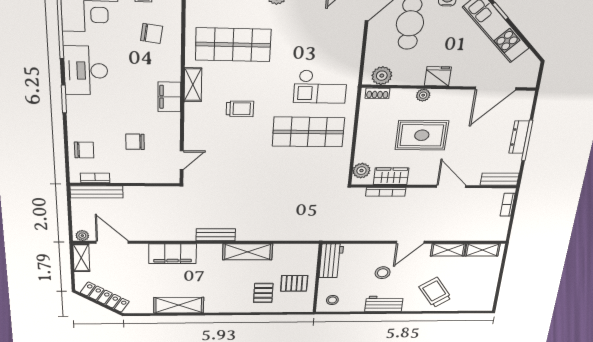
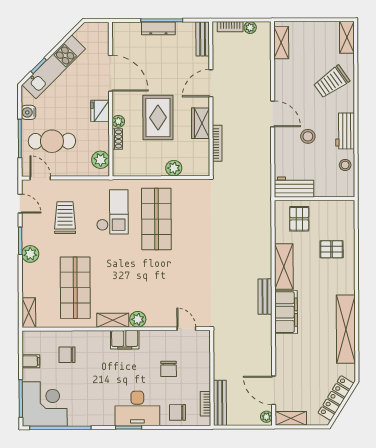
chair: (152, 33) -> (67, 355), turned -98
desk: (86, 71) -> (137, 408), moved
door: (496, 88) -> (111, 73), moved
shoe rack: (377, 93) -> (117, 139), moved
trolley: (240, 109) -> (65, 218), moved, width x1.36, depth x1.39
plant: (193, 111) -> (138, 319), added
chair: (84, 150) -> (177, 412), turned -90
plant: (361, 171) -> (174, 168), moved
wardrobe: (391, 176) -> (201, 123), moved
plant: (503, 223) -> (250, 28), added
door: (112, 242) -> (274, 390), hinge flipped
shelving: (448, 250) -> (347, 37), moved
filing cabinet: (173, 254) -> (286, 312), moved
pallet: (294, 283) -> (299, 219), moved
stool: (332, 300) -> (345, 165), moved
shelving: (179, 305) -> (346, 329), width x1.47

